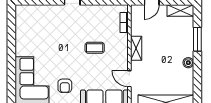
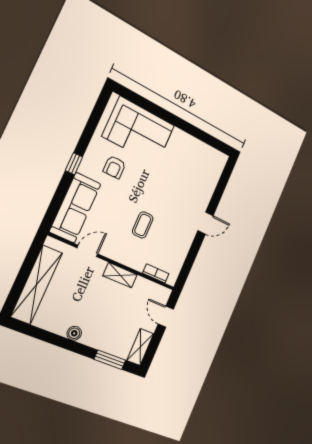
window: (197, 39) -> (110, 360), moved
armchair: (65, 86) -> (114, 167), turned -90

